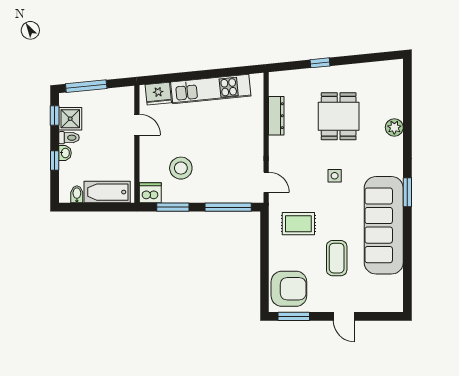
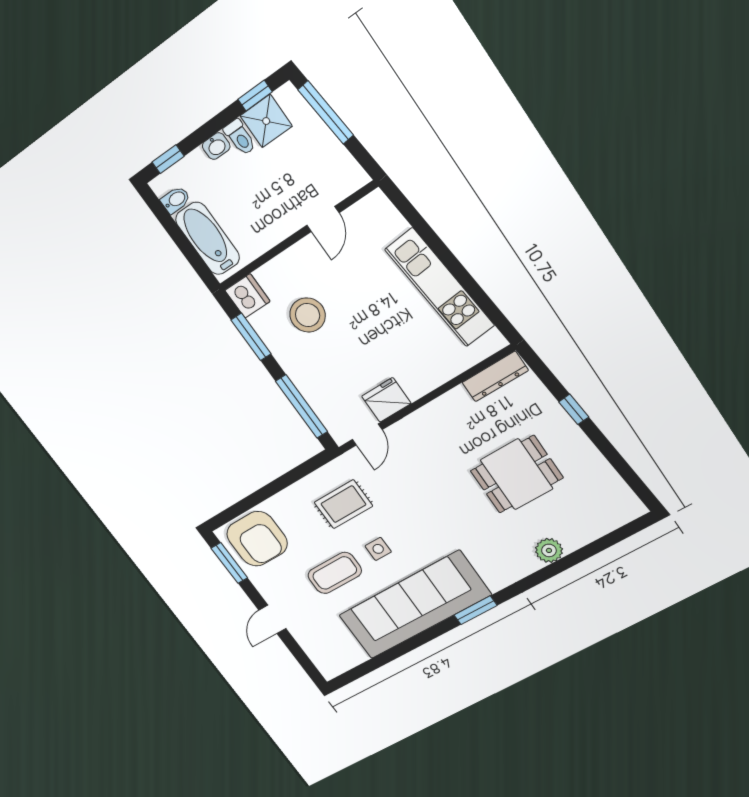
fridge: (158, 94) -> (386, 400), moved, turned 96
dresser: (276, 116) -> (495, 376), moved
window: (55, 161) -> (168, 159), moved
side table: (335, 176) -> (378, 549), moved
rug: (298, 224) -> (343, 504), turned 90

